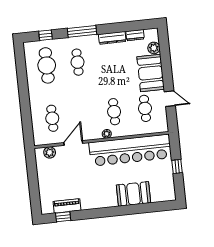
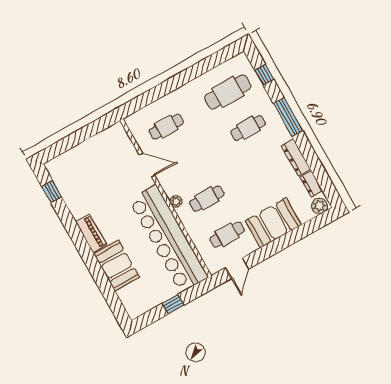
plant: (154, 48) -> (319, 206), moved
door: (170, 99) -> (237, 268), moved
plant: (50, 152) -> (123, 141), removed
piano: (67, 206) -> (91, 233), moved

